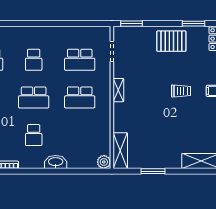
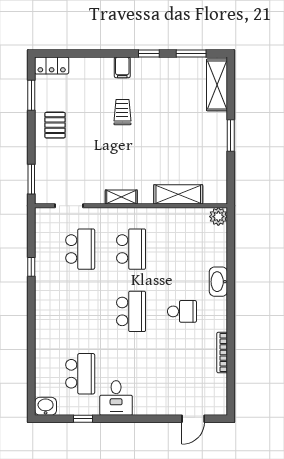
window: (67, 24) -> (31, 267), added
pallet: (171, 41) -> (55, 125), width x0.67, depth x0.71
school desk: (34, 60) -> (80, 311), removed
shelving: (120, 151) -> (178, 194), moved
window: (153, 171) -> (231, 135), moved

